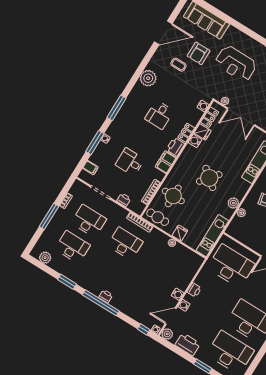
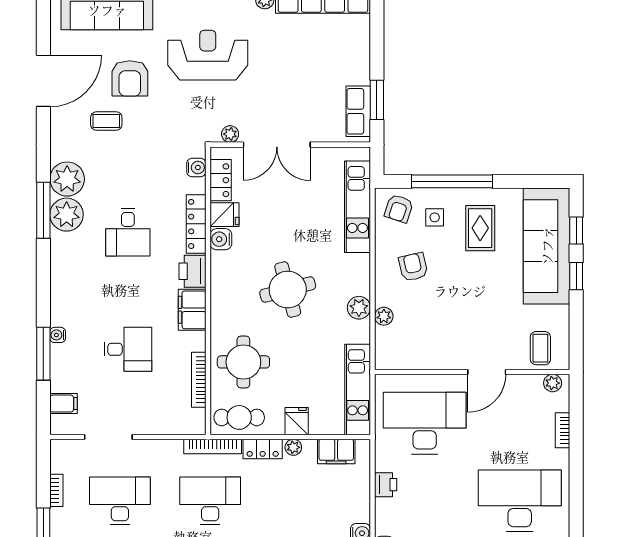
reception desk: (236, 64) -> (208, 55), turned 180
plant: (139, 92) -> (67, 215), added
window: (116, 108) -> (43, 210), moved
locker: (186, 133) -> (196, 224), width x1.53
desk: (130, 162) -> (128, 349), turned 180
round table: (209, 178) -> (288, 290), turned 36
printer: (124, 200) -> (159, 424), removed
locker: (159, 236) -> (263, 449), added
filing cabinet: (188, 255) -> (336, 452), added
printer: (194, 290) -> (386, 485), moved

